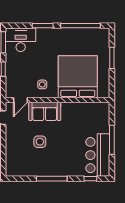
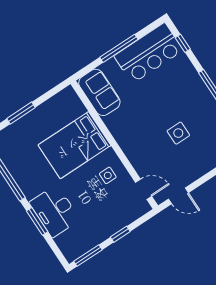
desk: (21, 40) -> (55, 211), moved
bed: (78, 77) -> (74, 145), width x0.73
sofa: (45, 111) -> (99, 92), moved

